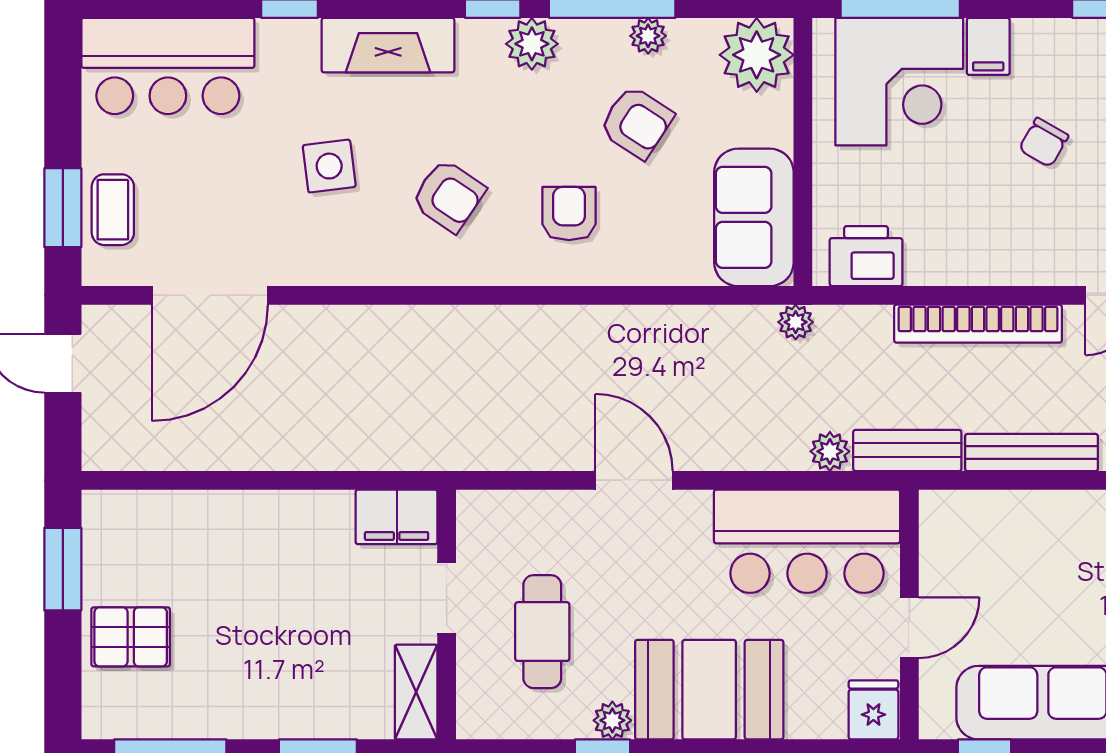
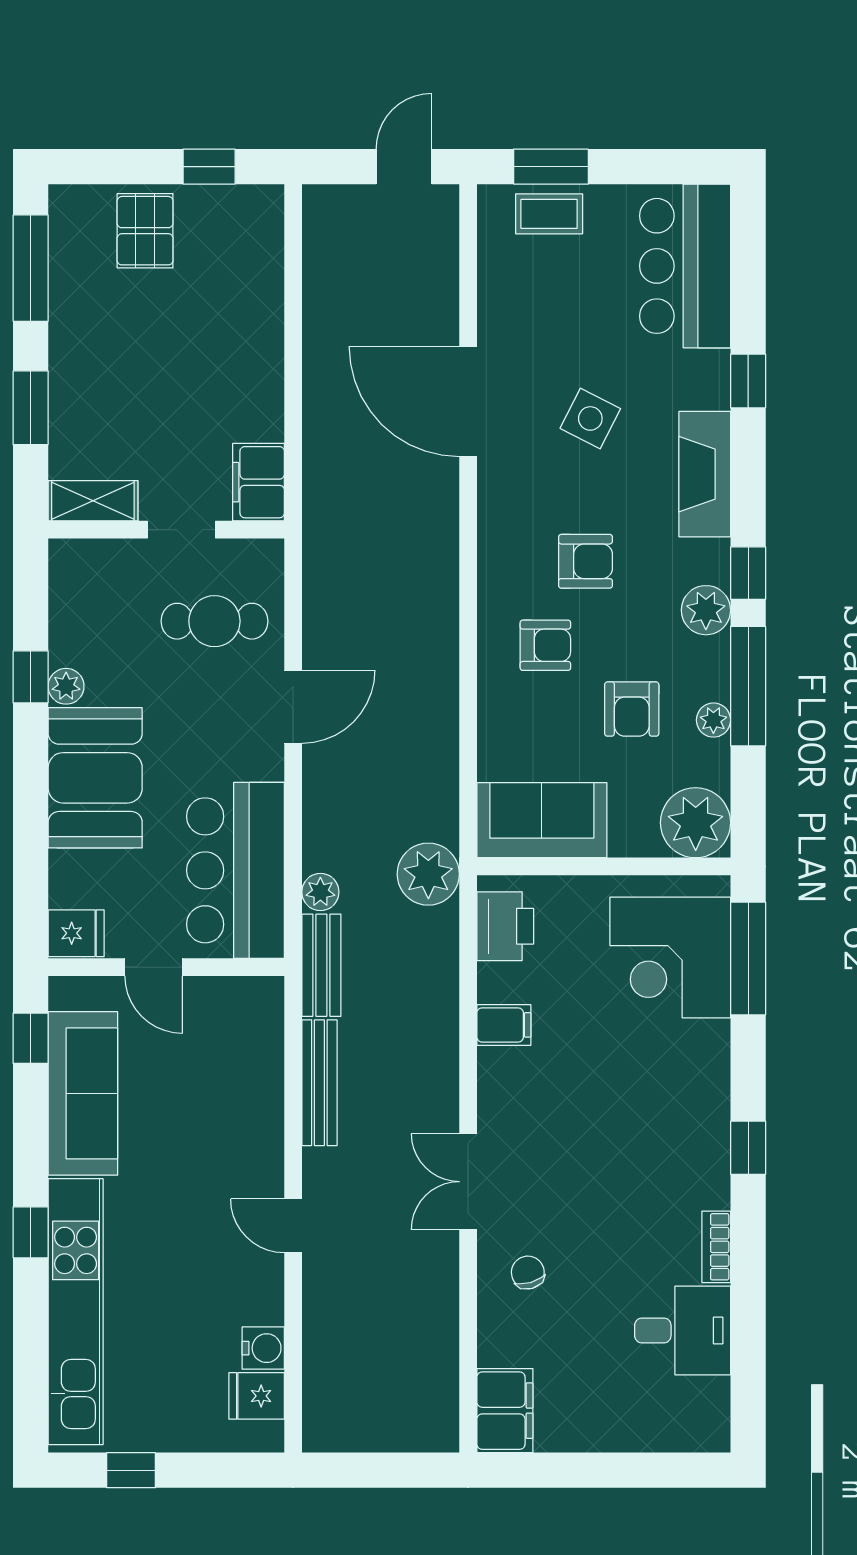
filing cabinet: (988, 46) -> (504, 1025), moved, turned 180
armchair: (636, 122) -> (632, 709), turned -33
chair: (1044, 142) -> (613, 1094), removed
side table: (329, 166) -> (590, 418), turned 34
armchair: (448, 196) -> (585, 561), moved, turned -124
door: (210, 295) -> (468, 401), moved
plant: (796, 322) -> (428, 874), width x1.88, depth x1.88
bookcase: (978, 324) -> (441, 1032), removed
window: (63, 569) -> (209, 167), width x0.67
cafe table: (542, 632) -> (214, 621), moved

